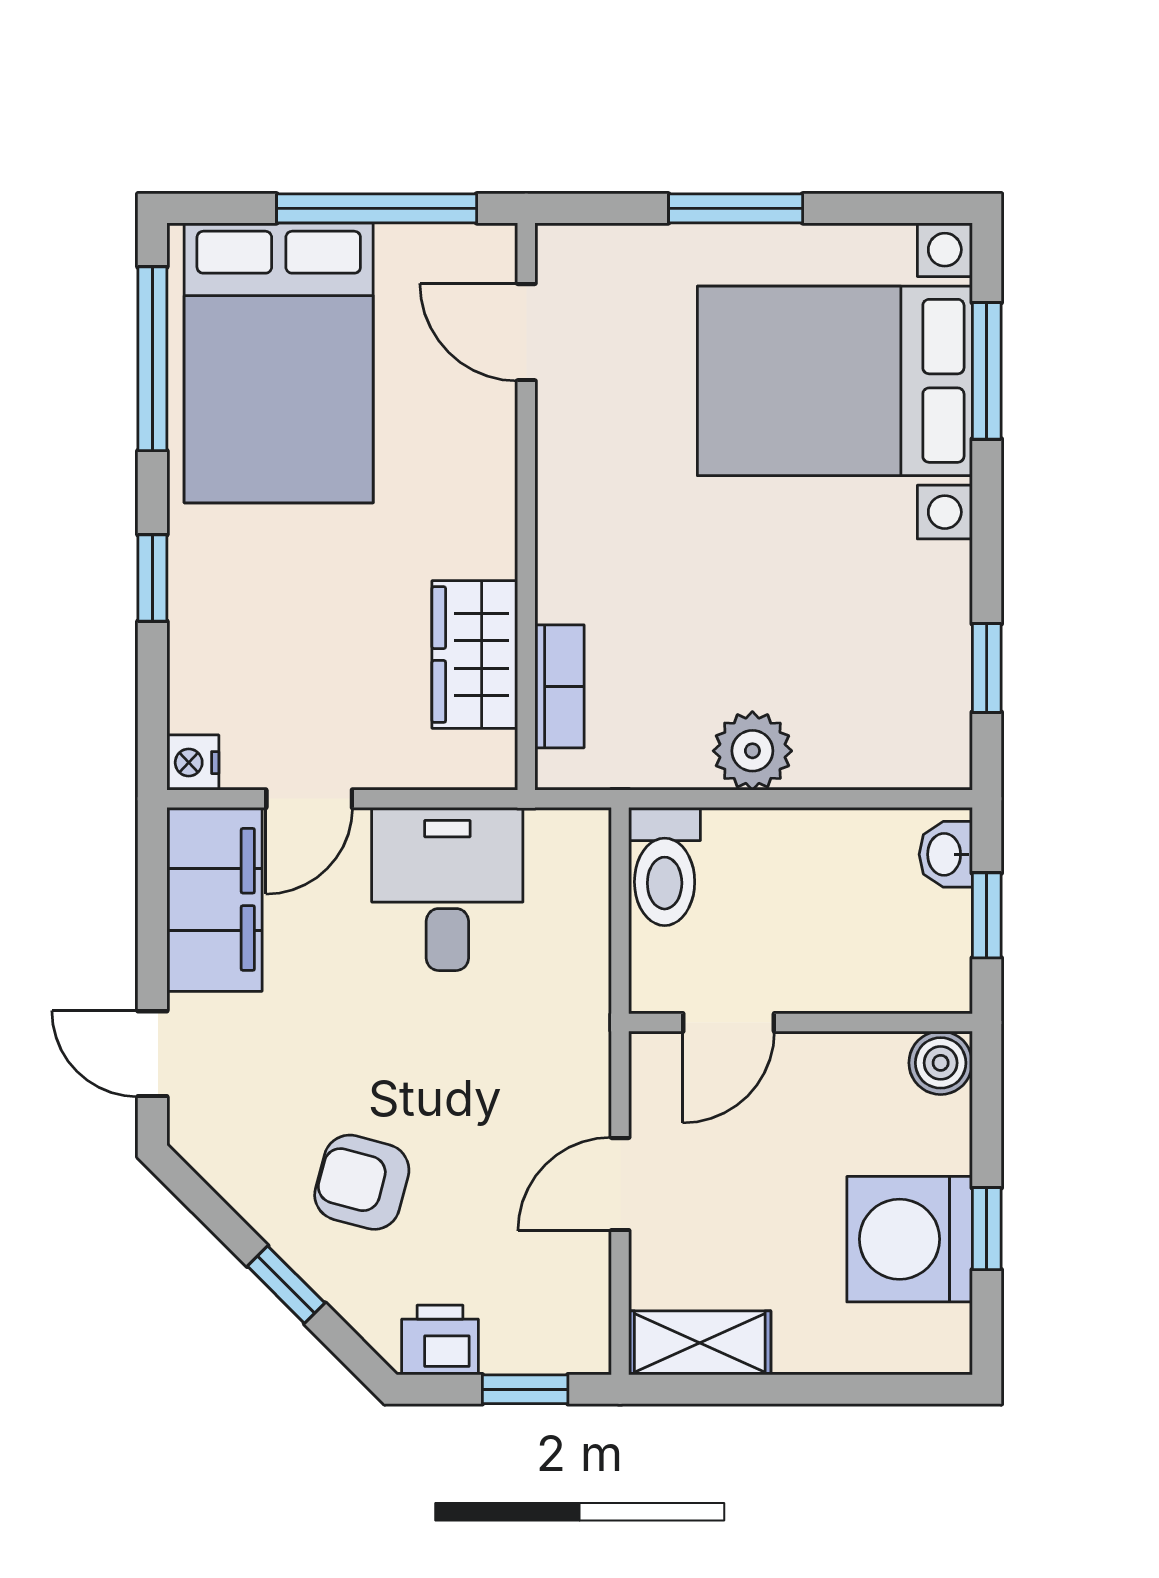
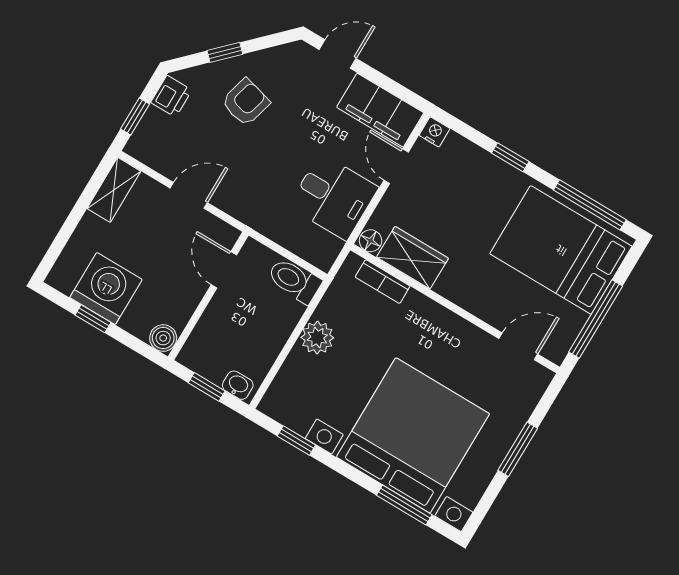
bed with nightstands: (835, 381) -> (413, 435), width x1.36
floor lamp: (491, 760) -> (371, 241), added
door: (620, 1184) -> (189, 195), hinge flipped

